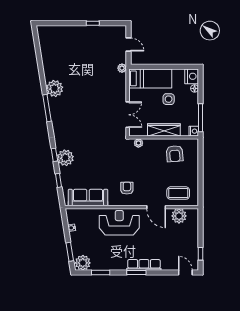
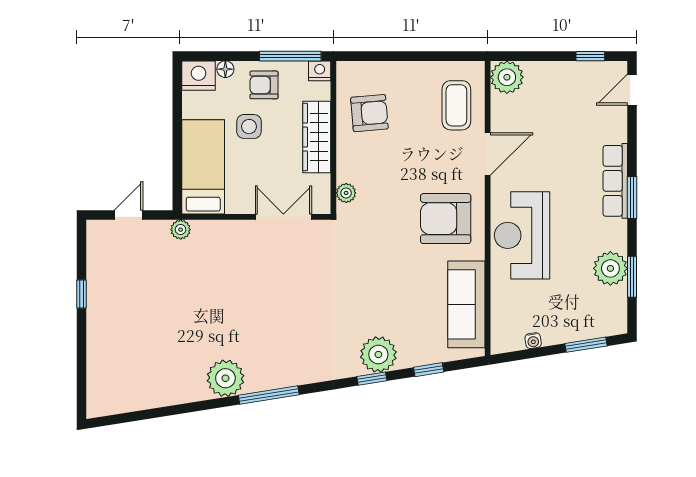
armchair: (187, 106) -> (264, 85), added
armchair: (127, 188) -> (446, 219), width x1.88, depth x1.88
plant: (179, 216) -> (507, 77), moved
plant: (83, 263) -> (610, 268), moved

